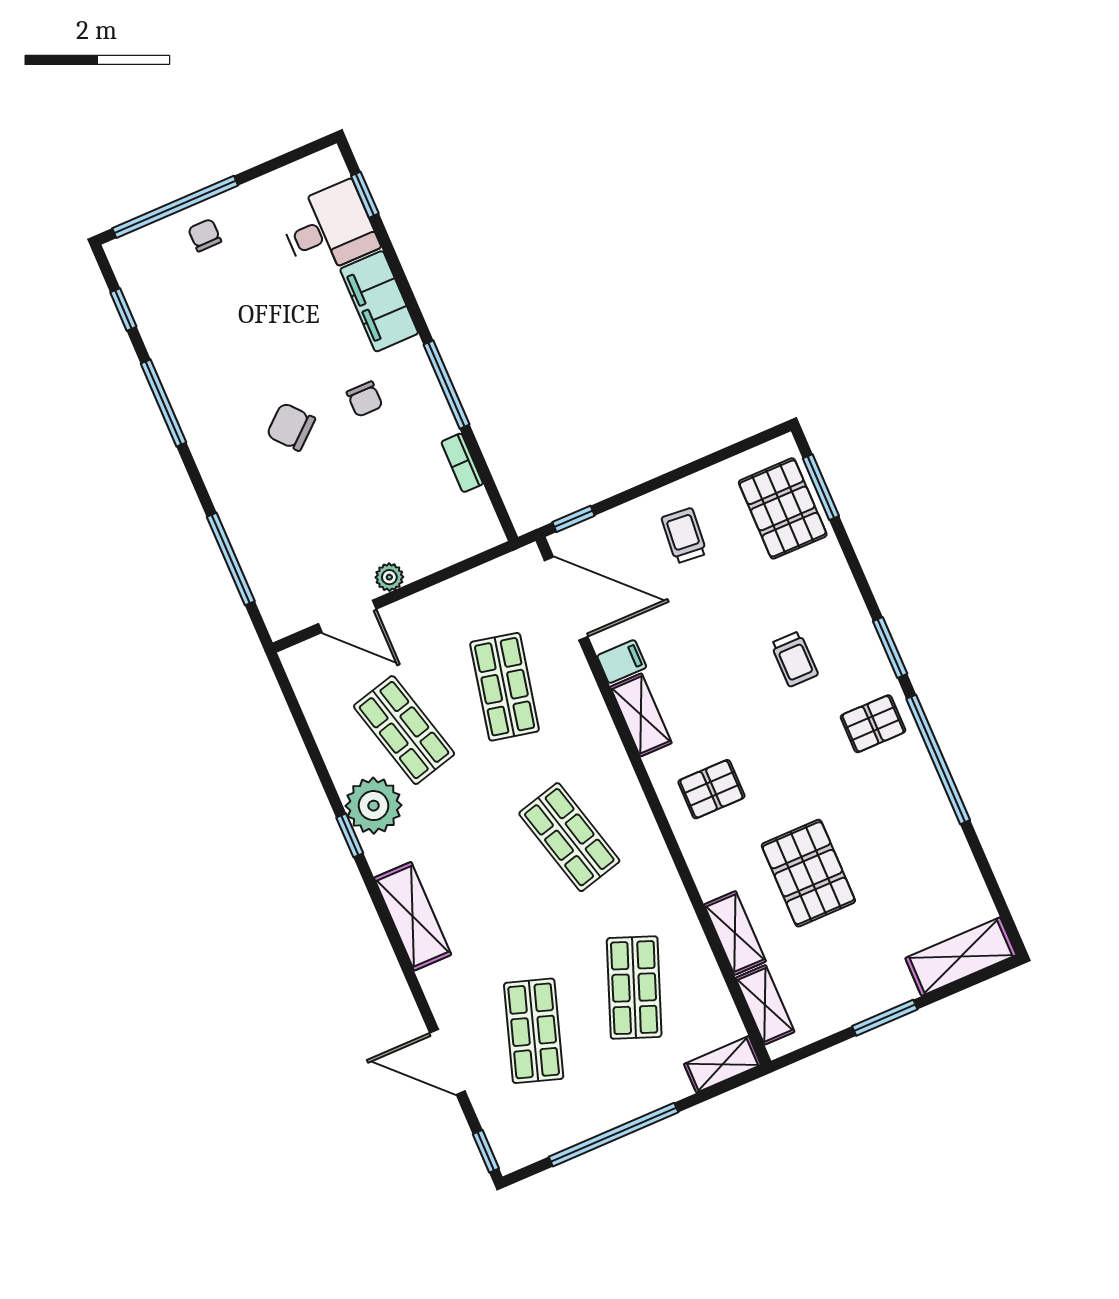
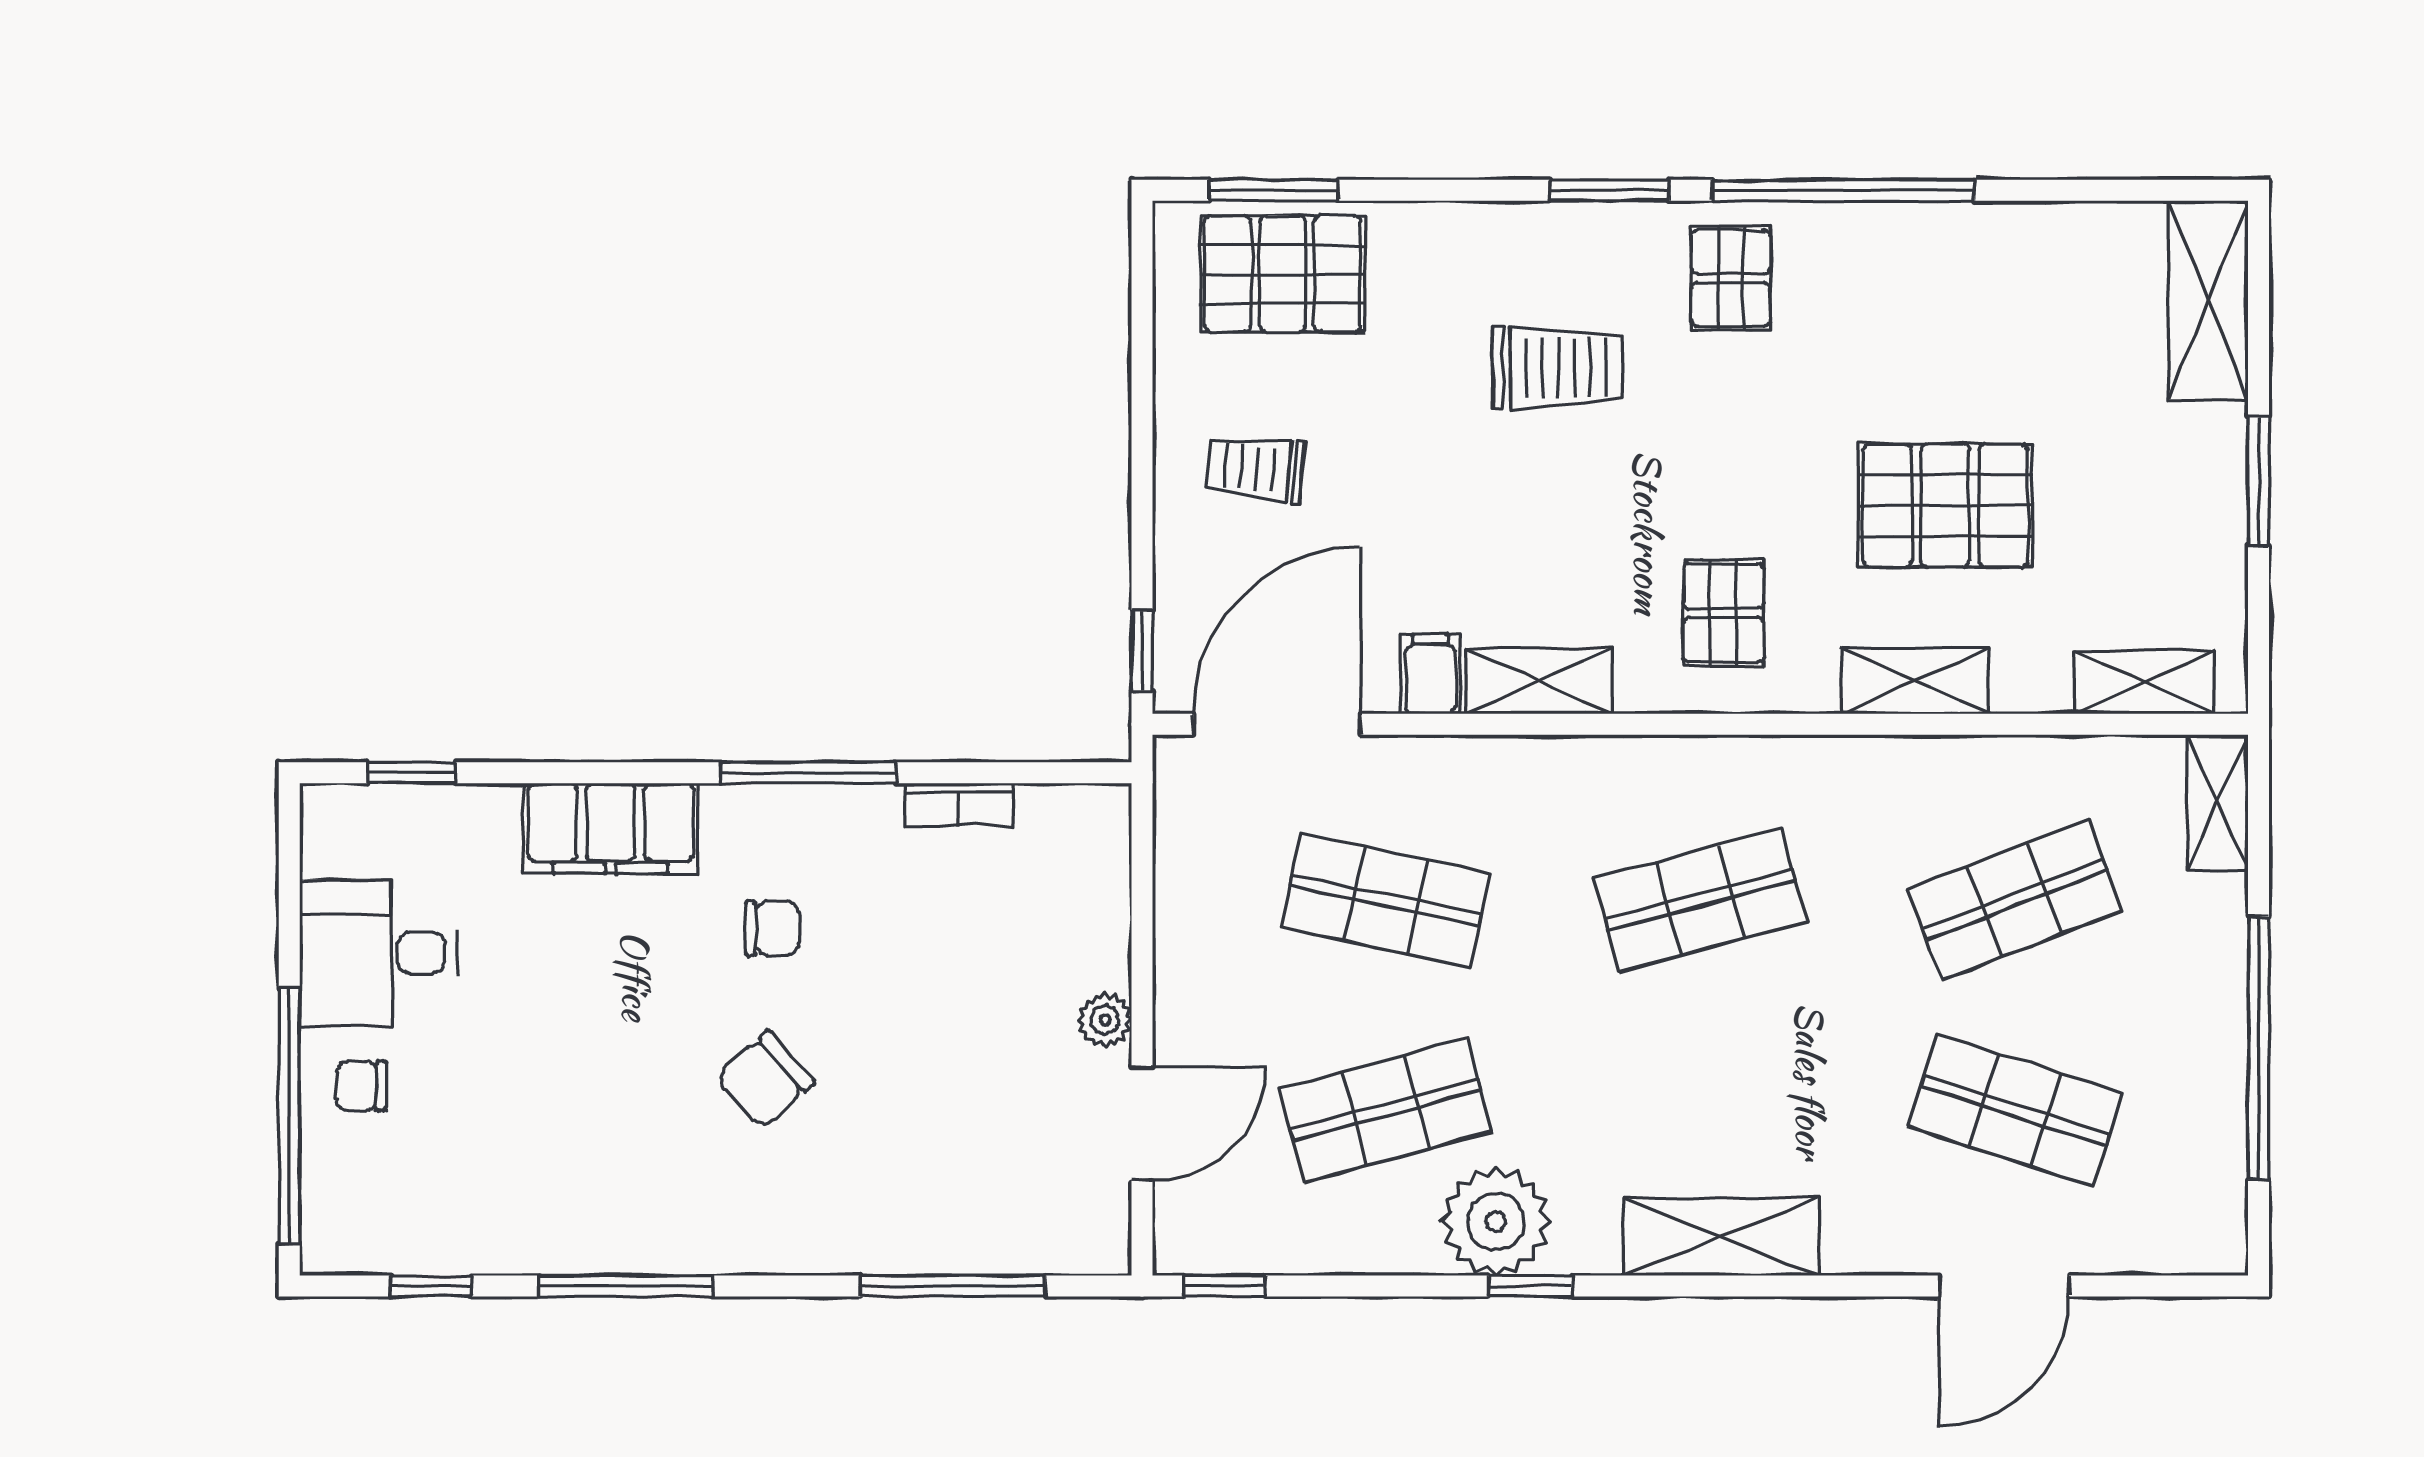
desk: (329, 229) -> (379, 953), moved, turned -90
trolley: (794, 659) -> (1557, 368), width x1.36, depth x1.39
shelving: (735, 933) -> (1915, 681), moved
shop shelf: (634, 988) -> (2015, 900), turned -42
window: (486, 1151) -> (1224, 1286), moved

